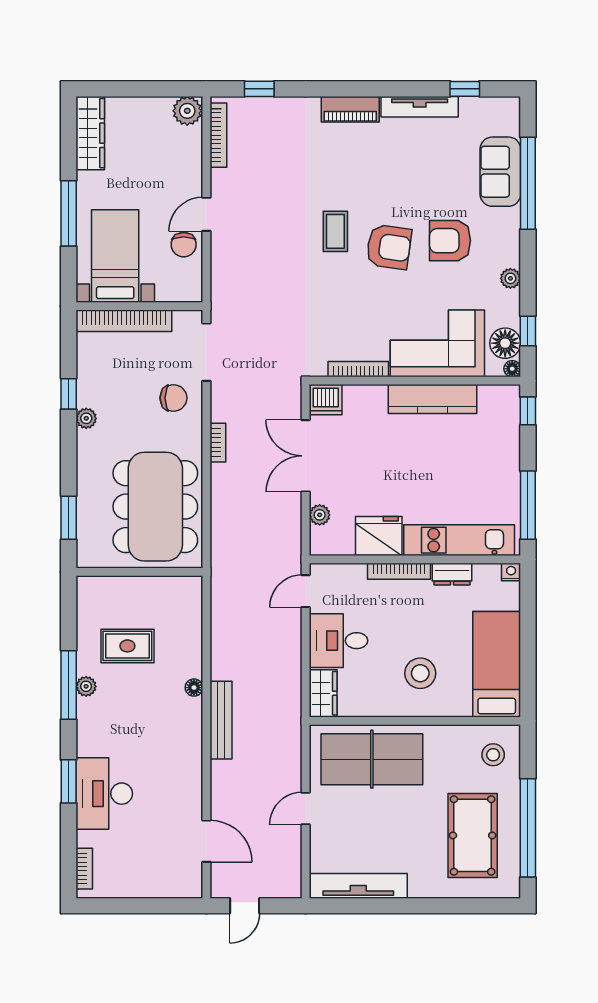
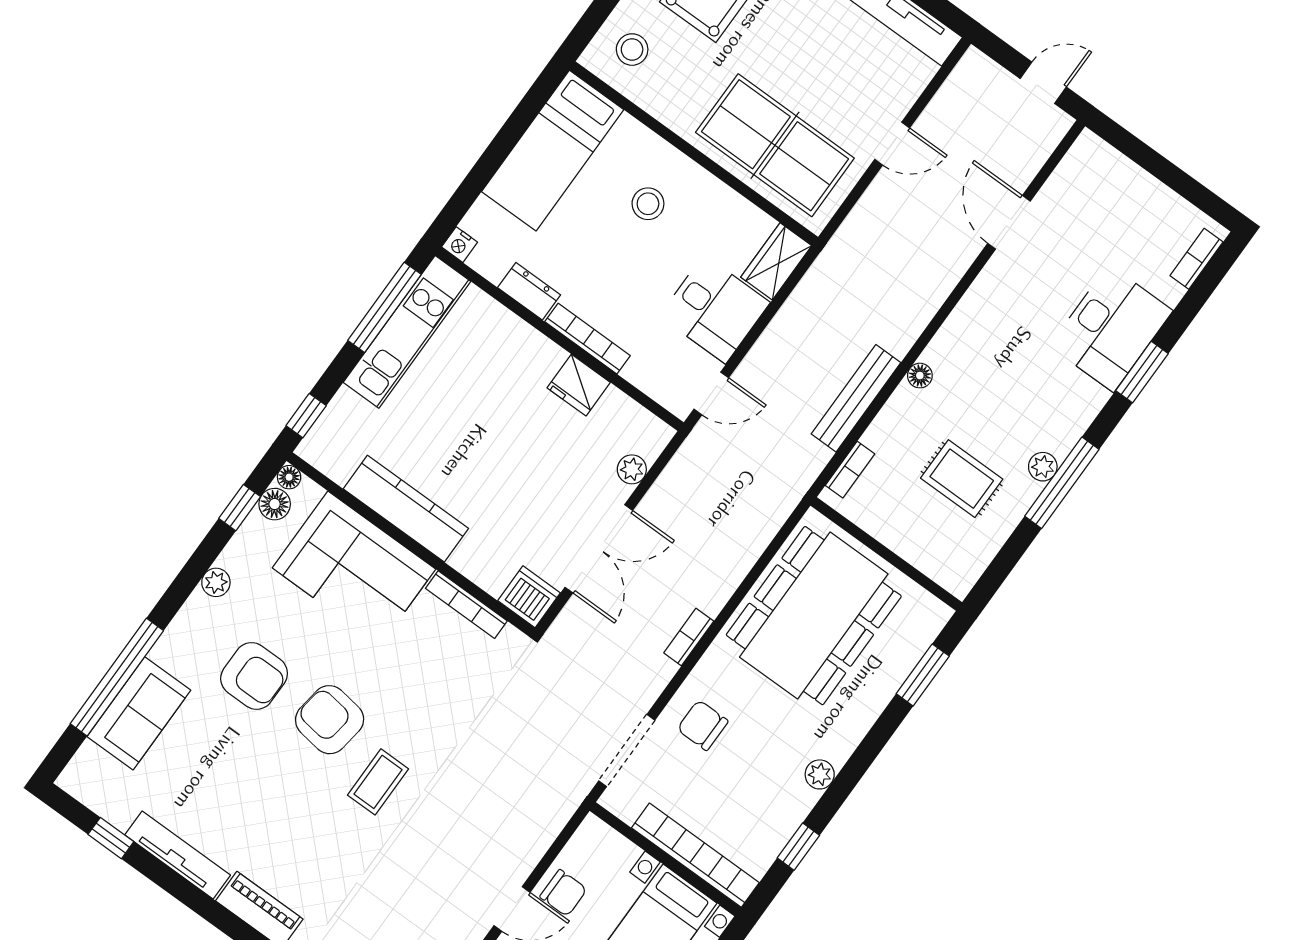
chair: (184, 245) -> (563, 893), turned 90
floor lamp: (505, 343) -> (275, 504), width x0.73, depth x0.73
window: (69, 394) -> (798, 847), moved
fridge: (379, 536) -> (579, 385), width x0.73, depth x0.75
kitchen unit: (459, 540) -> (407, 332), moved, turned -90
bookcase: (195, 605) -> (850, 470), added
stool: (420, 673) -> (648, 204), width x0.73, depth x0.73
bench: (221, 720) -> (856, 398), moved
door: (206, 841) -> (1009, 222), moved

